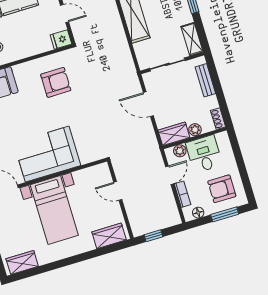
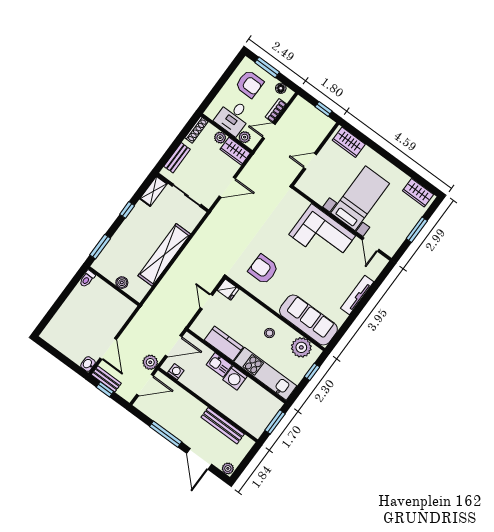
door: (148, 104) -> (227, 187), hinge flipped
shoe rack: (218, 119) -> (196, 130), width x1.43
door: (118, 191) -> (310, 161), swing flipped

